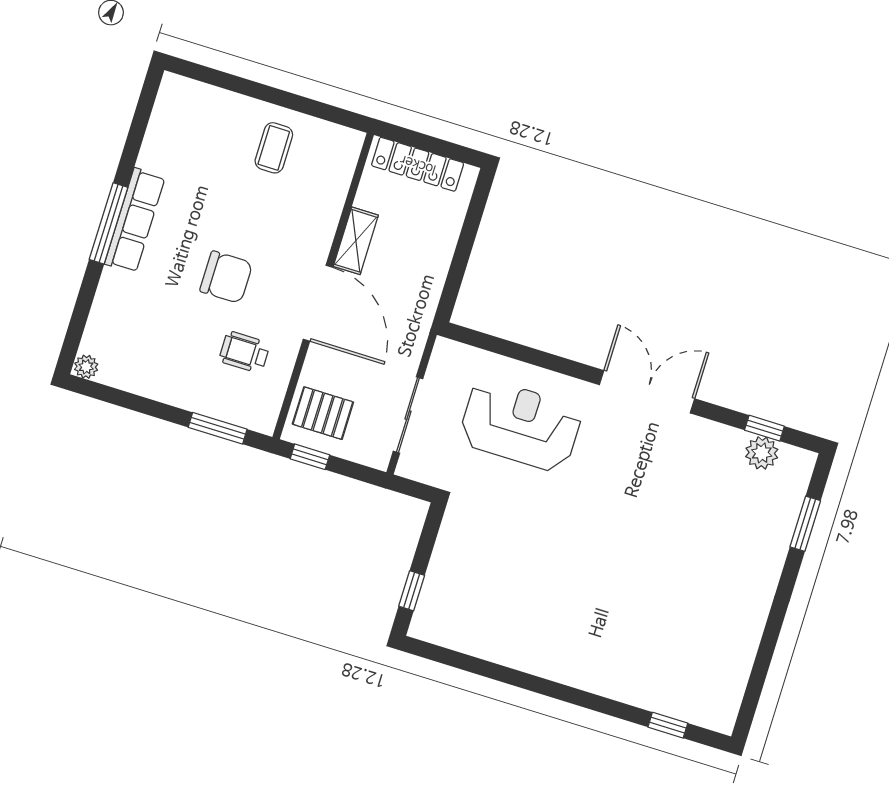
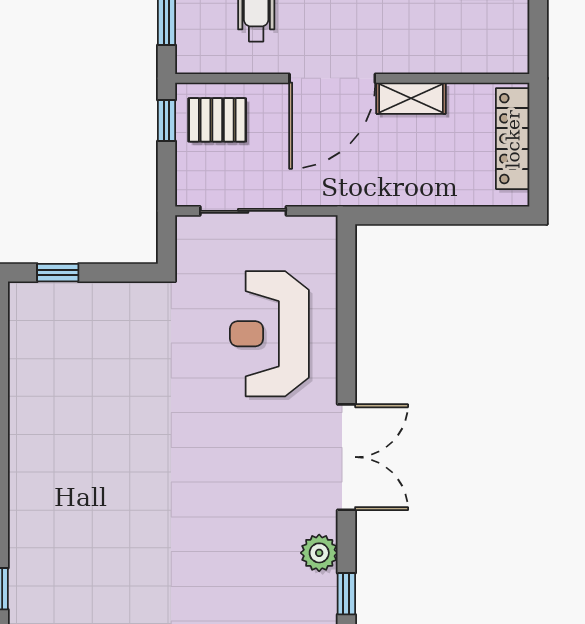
pallet: (323, 413) -> (217, 120), turned 90
reception desk: (521, 425) -> (269, 334), turned 180
plant: (762, 453) -> (319, 553), moved

